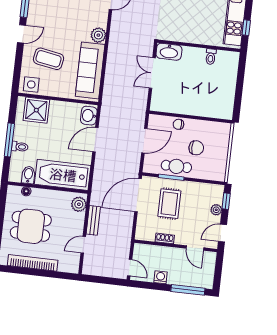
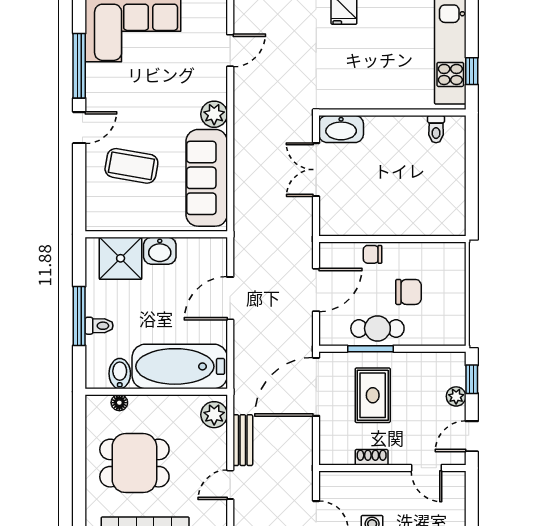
toilet: (211, 57) -> (436, 129), moved
side table: (31, 84) -> (106, 214), removed
washbasin: (89, 116) -> (160, 251), moved, turned -90

